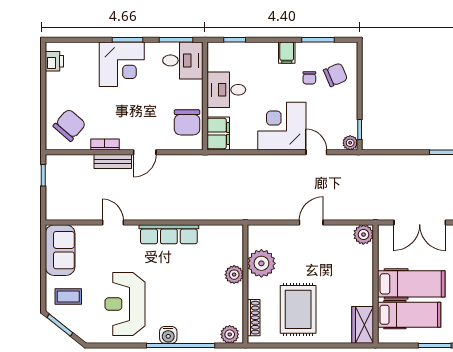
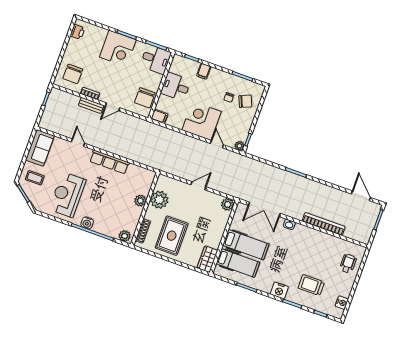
filing cabinet: (287, 53) -> (204, 71), moved
chair: (69, 125) -> (73, 74), turned 139
filing cabinet: (218, 134) -> (159, 116), width x0.50

